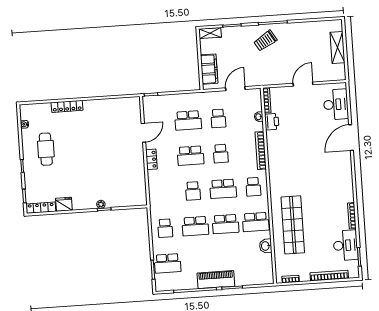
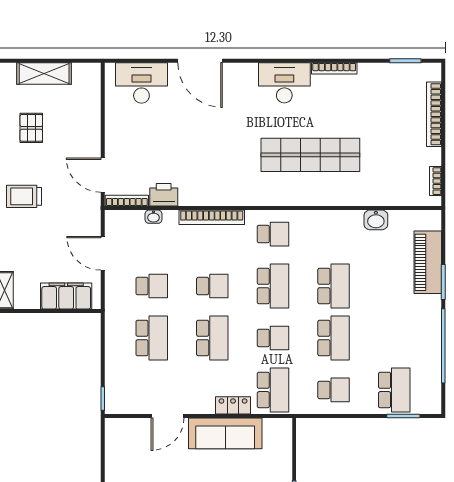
trolley: (265, 41) -> (24, 196), turned 121
pallet: (305, 42) -> (31, 128), added
door: (303, 84) -> (103, 175), moved
door: (143, 133) -> (167, 416), swing flipped
locker: (151, 159) -> (233, 405), moved
sofa: (136, 167) -> (225, 433), added
school desk: (256, 222) -> (273, 390), moved
shop shelf: (293, 225) -> (310, 155), moved
desk: (345, 245) -> (284, 83), moved
piano: (216, 280) -> (428, 262), moved

